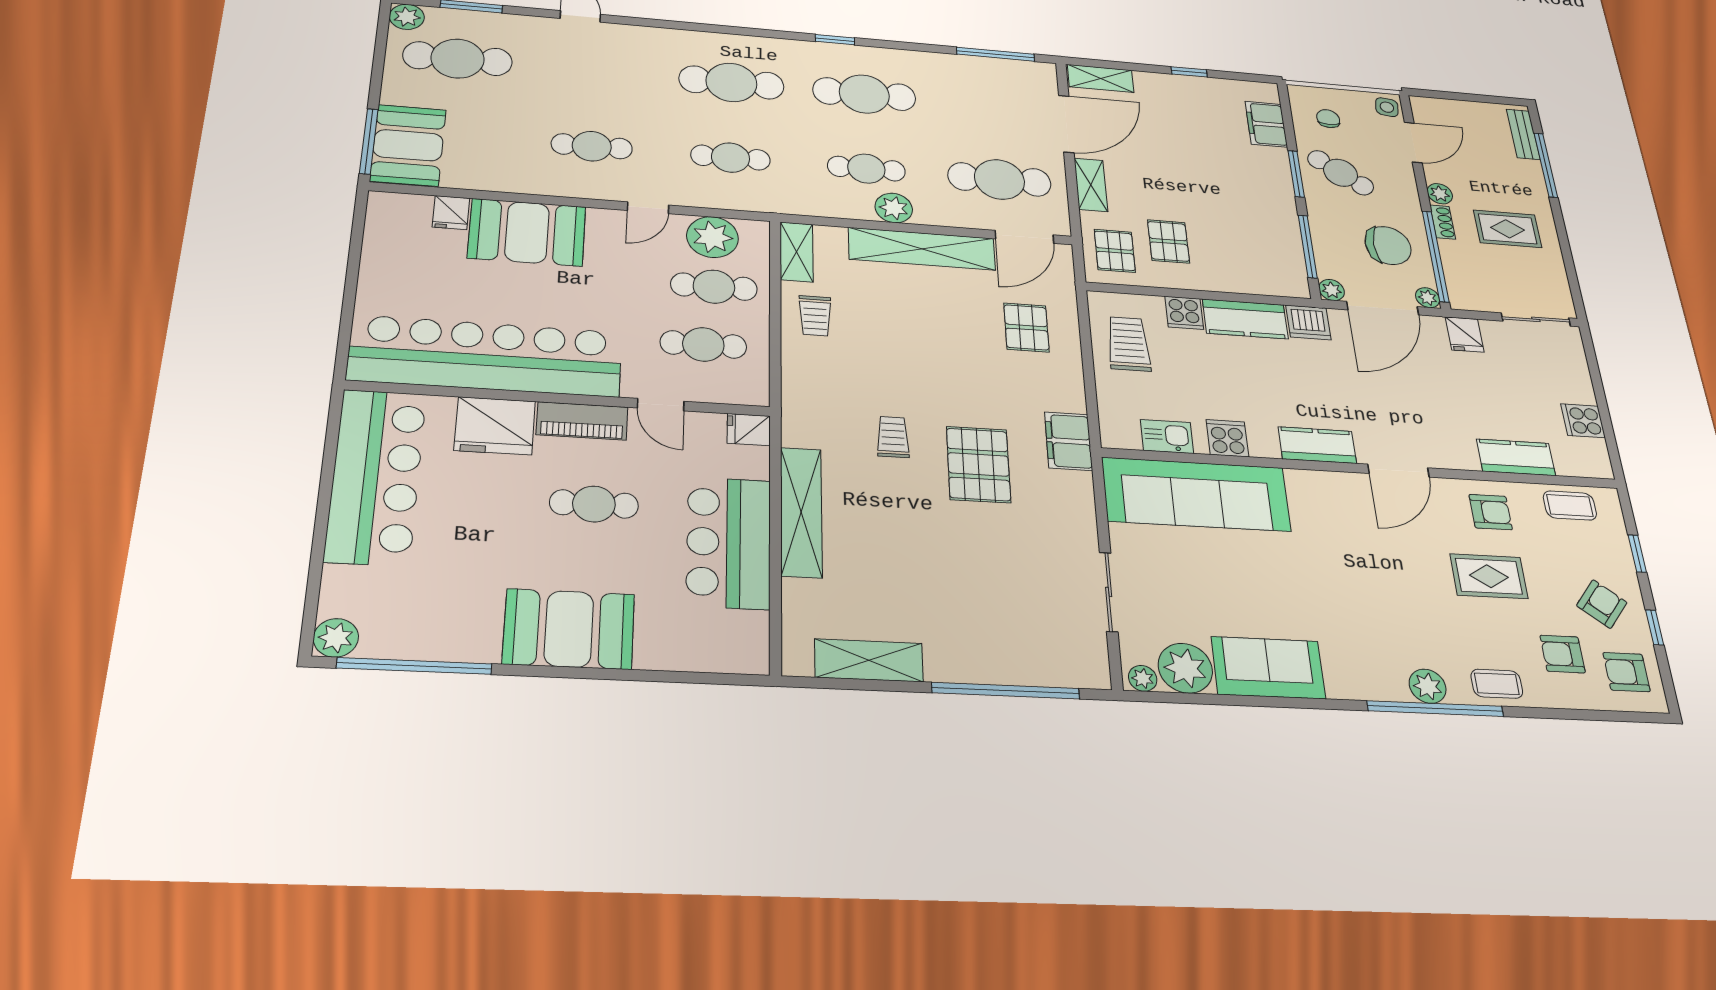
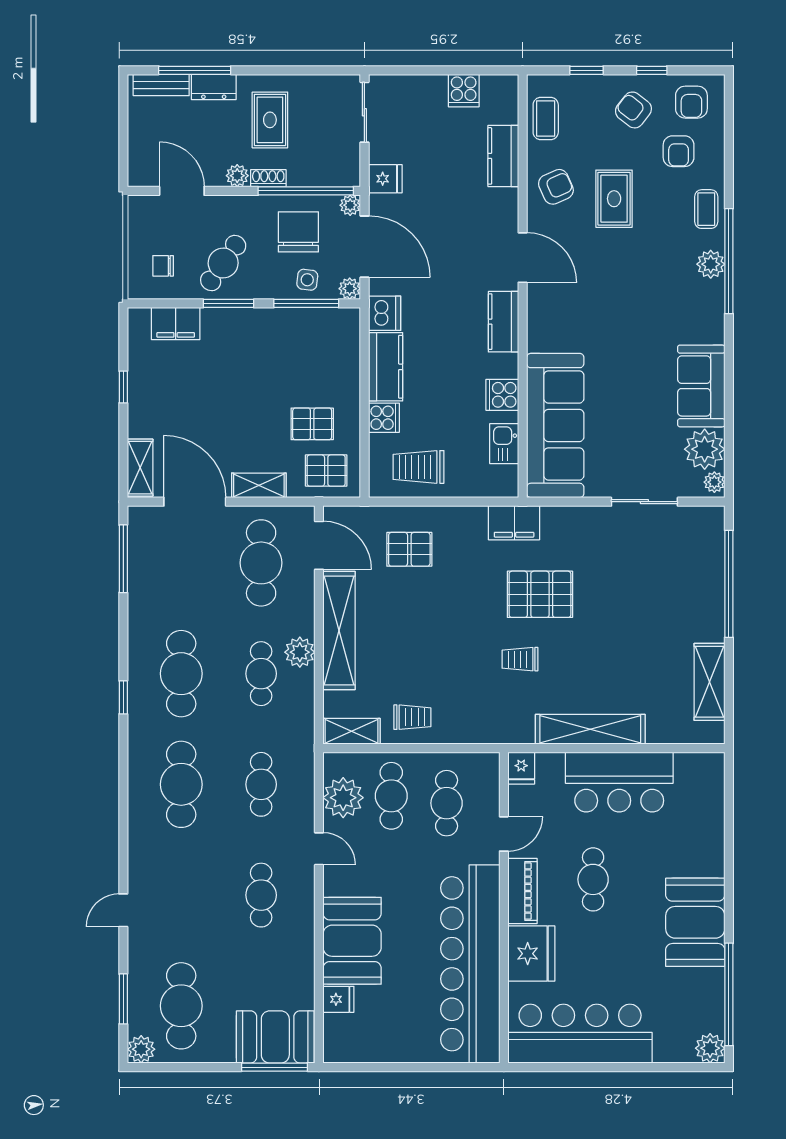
side table: (1387, 107) -> (307, 280), moved
dresser: (1532, 181) -> (214, 87), added
armchair: (1491, 512) -> (556, 187), turned 66
booth: (569, 629) -> (695, 922), moved

